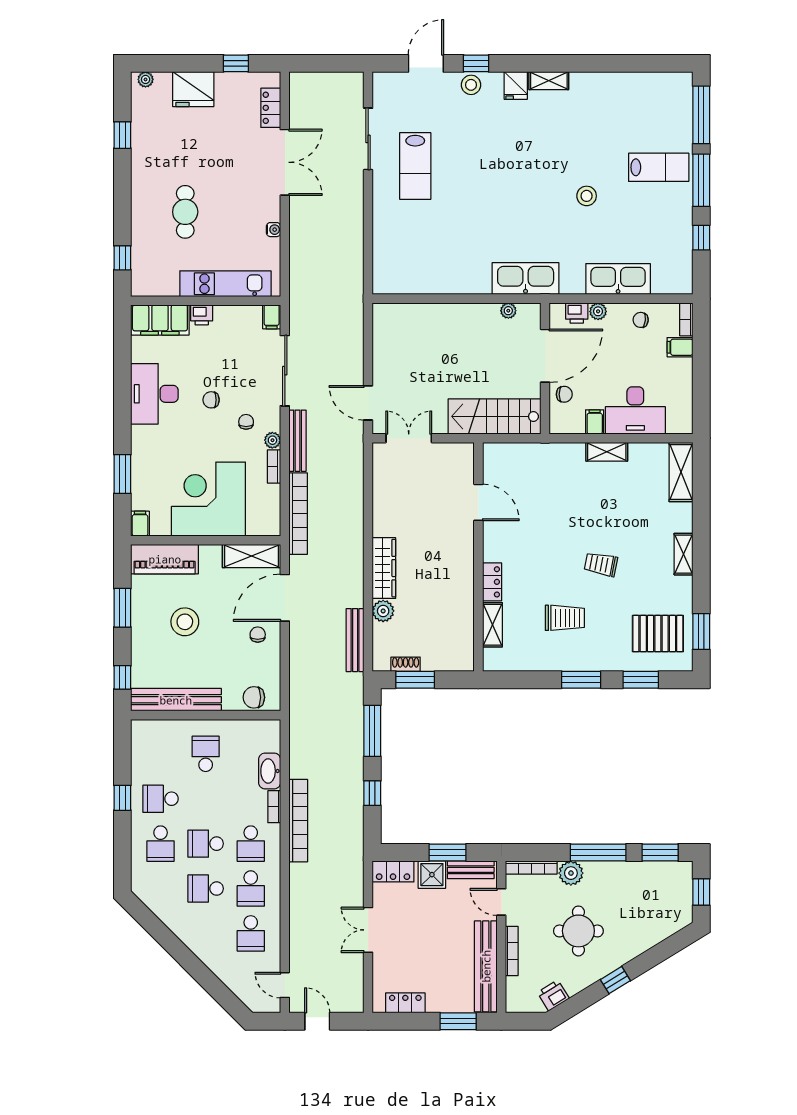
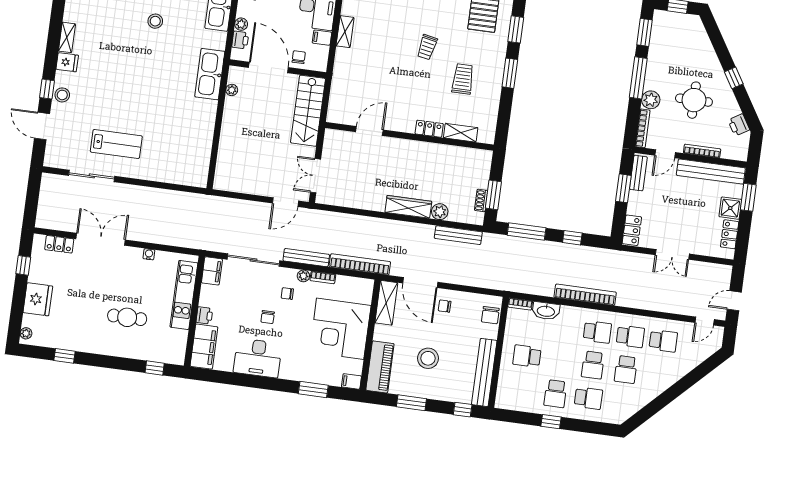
filing cabinet: (272, 317) -> (212, 271), width x2.00
bookcase: (274, 807) -> (520, 304), moved
shower: (432, 875) -> (730, 208), moved

